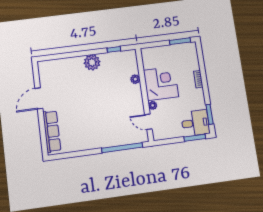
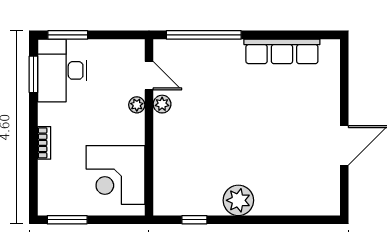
plant: (135, 79) -> (162, 104), moved
corner desk: (161, 83) -> (115, 175), moved
desk: (195, 123) -> (62, 70), width x1.37
row of seats: (52, 131) -> (282, 51), moved, turned -90

